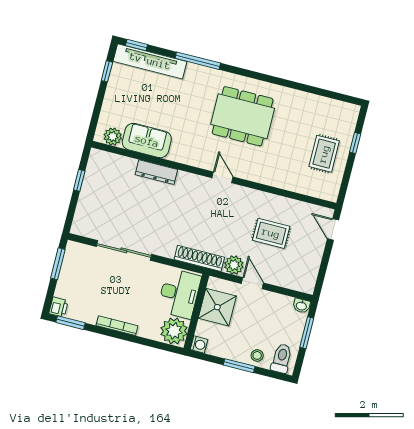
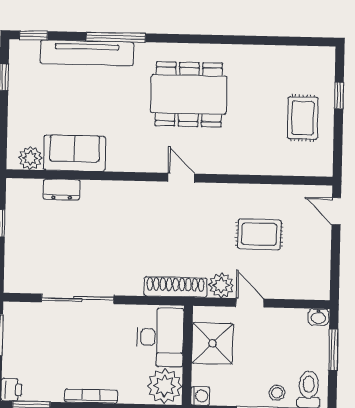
tv unit: (150, 61) -> (87, 53), moved
dresser: (156, 172) -> (62, 189), moved, width x0.70

